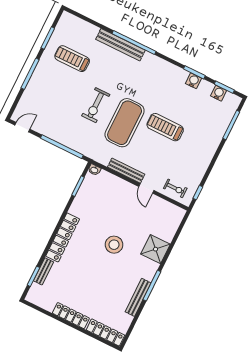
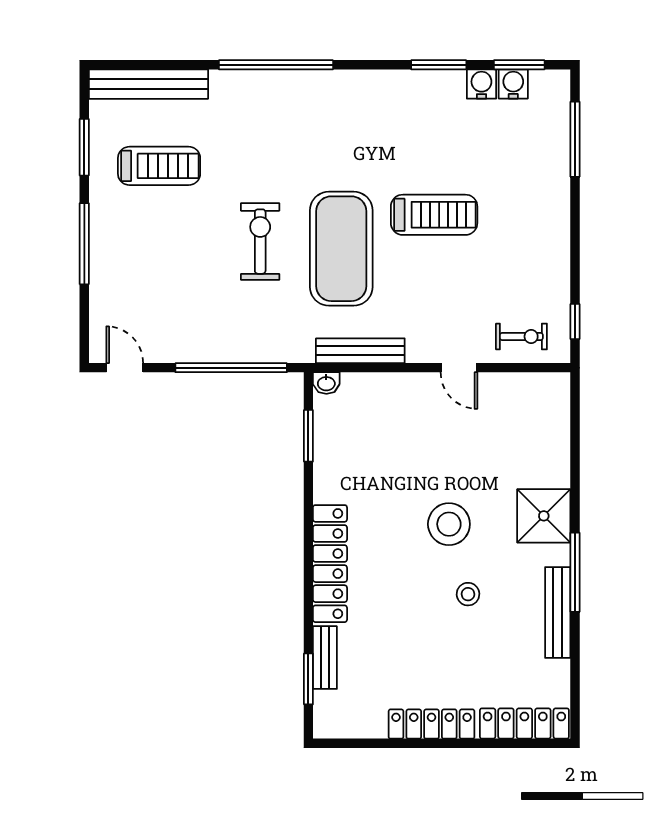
bench: (120, 45) -> (148, 84), moved
treadmill: (72, 59) -> (159, 166), turned 180
water cooler: (194, 81) -> (481, 84), moved
exercise bike: (96, 105) -> (260, 242), turned 180
door: (22, 127) -> (125, 368), hinge flipped
treadmill: (165, 127) -> (434, 215), turned 180
bench: (126, 171) -> (360, 351), moved
shower: (156, 249) -> (544, 516), moved
stool: (108, 274) -> (468, 594), added

